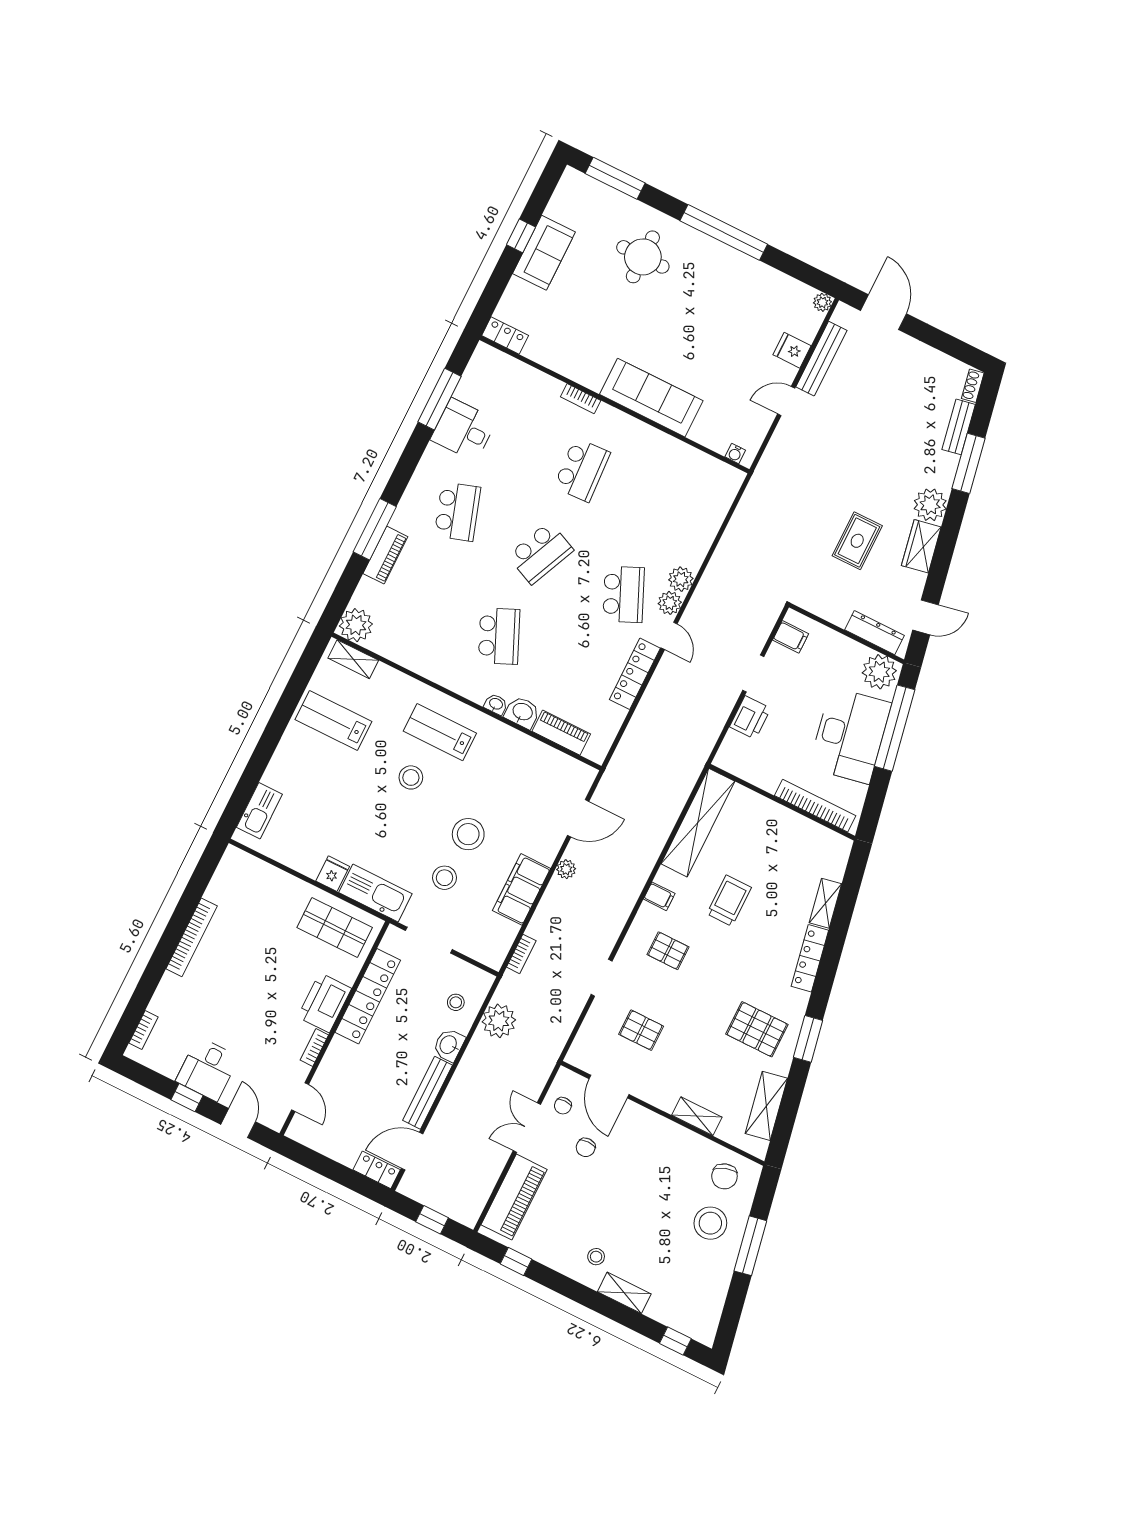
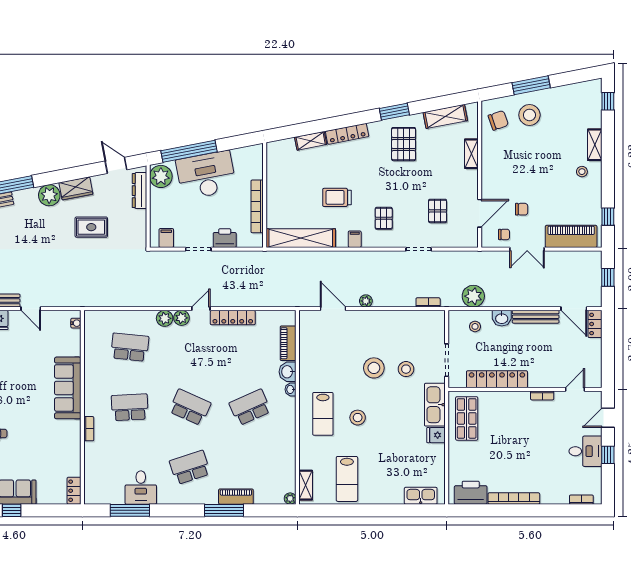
school desk: (624, 594) -> (130, 347), moved, turned 30
plant: (356, 625) -> (290, 499), width x0.53, depth x0.53
bookcase: (815, 806) -> (257, 206), moved
filing cabinet: (522, 889) -> (391, 321), removed
printer: (325, 1003) -> (471, 493), moved, turned 180

